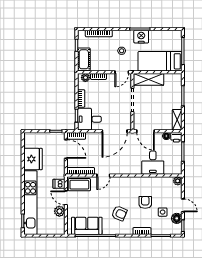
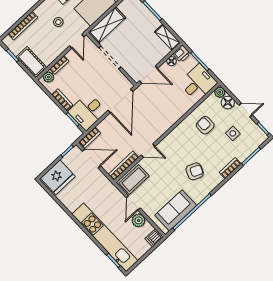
fridge: (33, 159) -> (58, 177), moved, turned 90
desk: (153, 163) -> (198, 83), moved, turned -90
door: (103, 175) -> (148, 151), hinge flipped
dishwasher: (59, 184) -> (154, 238), moved
door: (66, 198) -> (133, 203), hinge flipped
armchair: (145, 202) -> (205, 125), moved
floor lamp: (177, 218) -> (228, 102), moved

